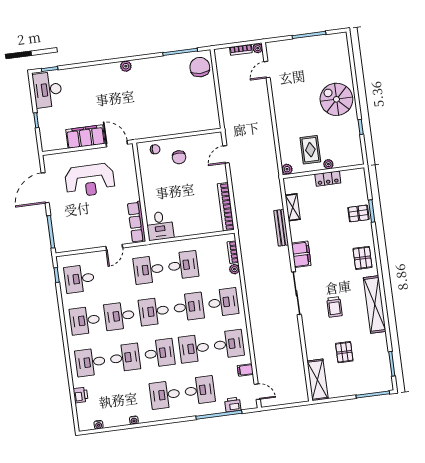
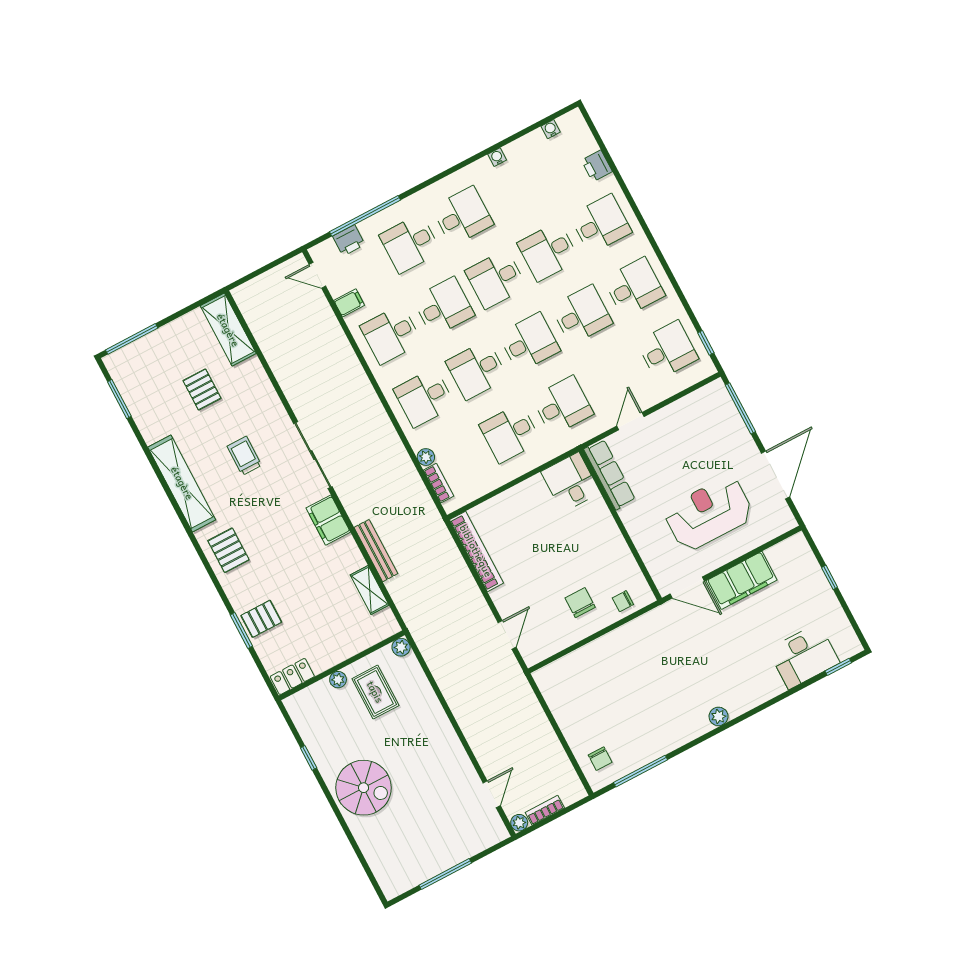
chair: (200, 67) -> (600, 759), width x0.54, depth x0.54
desk: (47, 90) -> (804, 656), moved, turned 90
locker: (328, 179) -> (292, 676), moved

